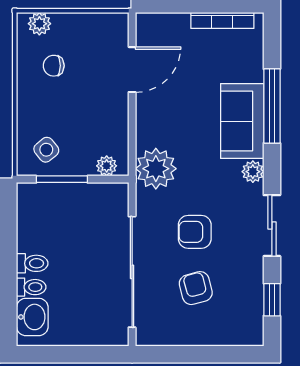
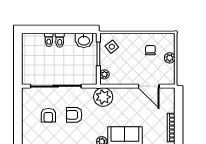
plant: (39, 24) -> (170, 58), moved
armchair: (195, 232) -> (74, 115), turned -90
armchair: (196, 288) -> (48, 115), turned 105
washbasin: (32, 317) -> (84, 40), moved

